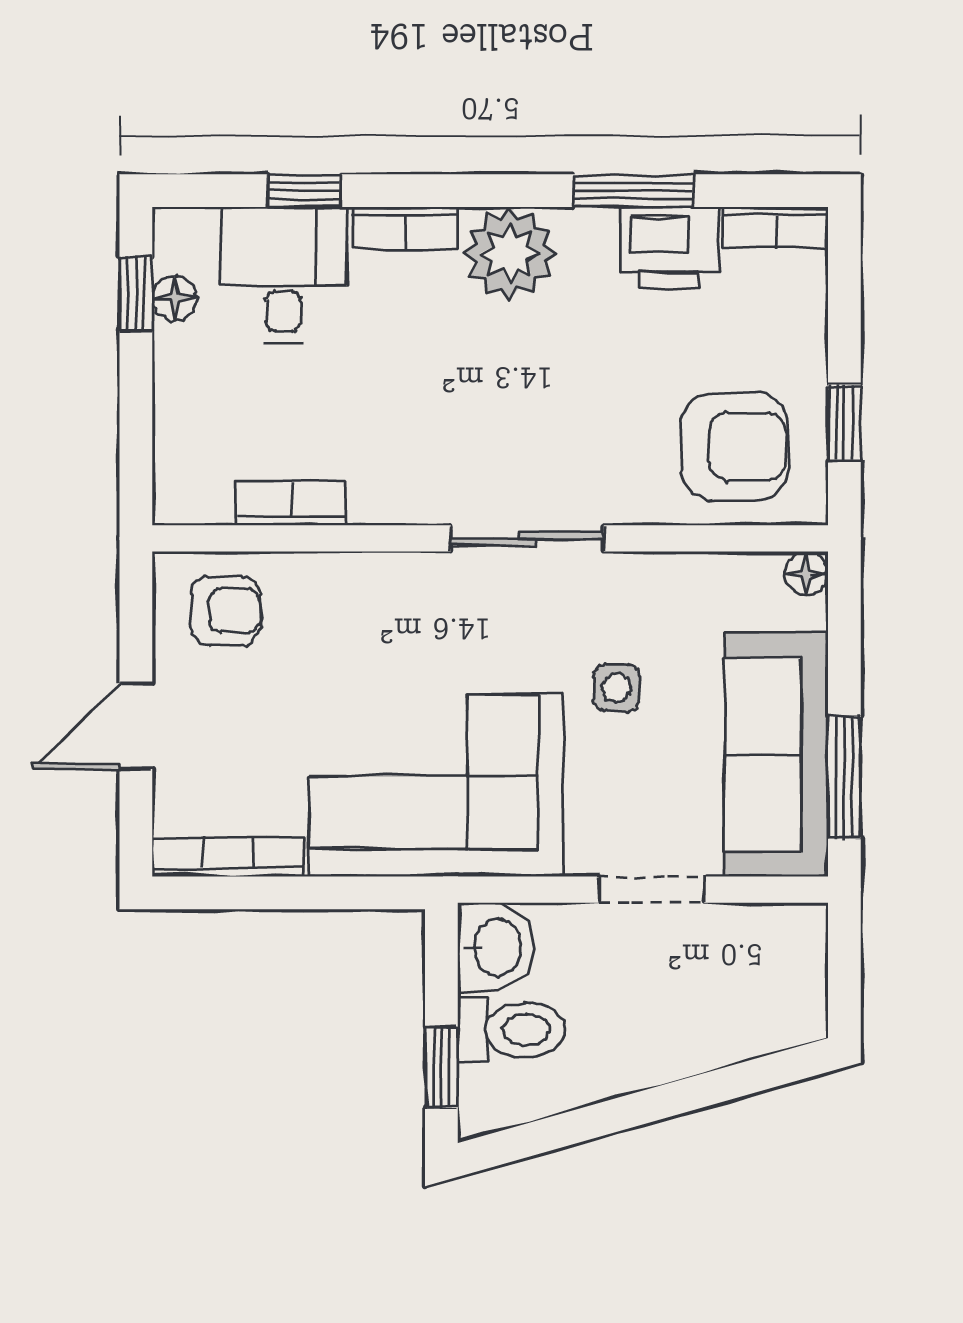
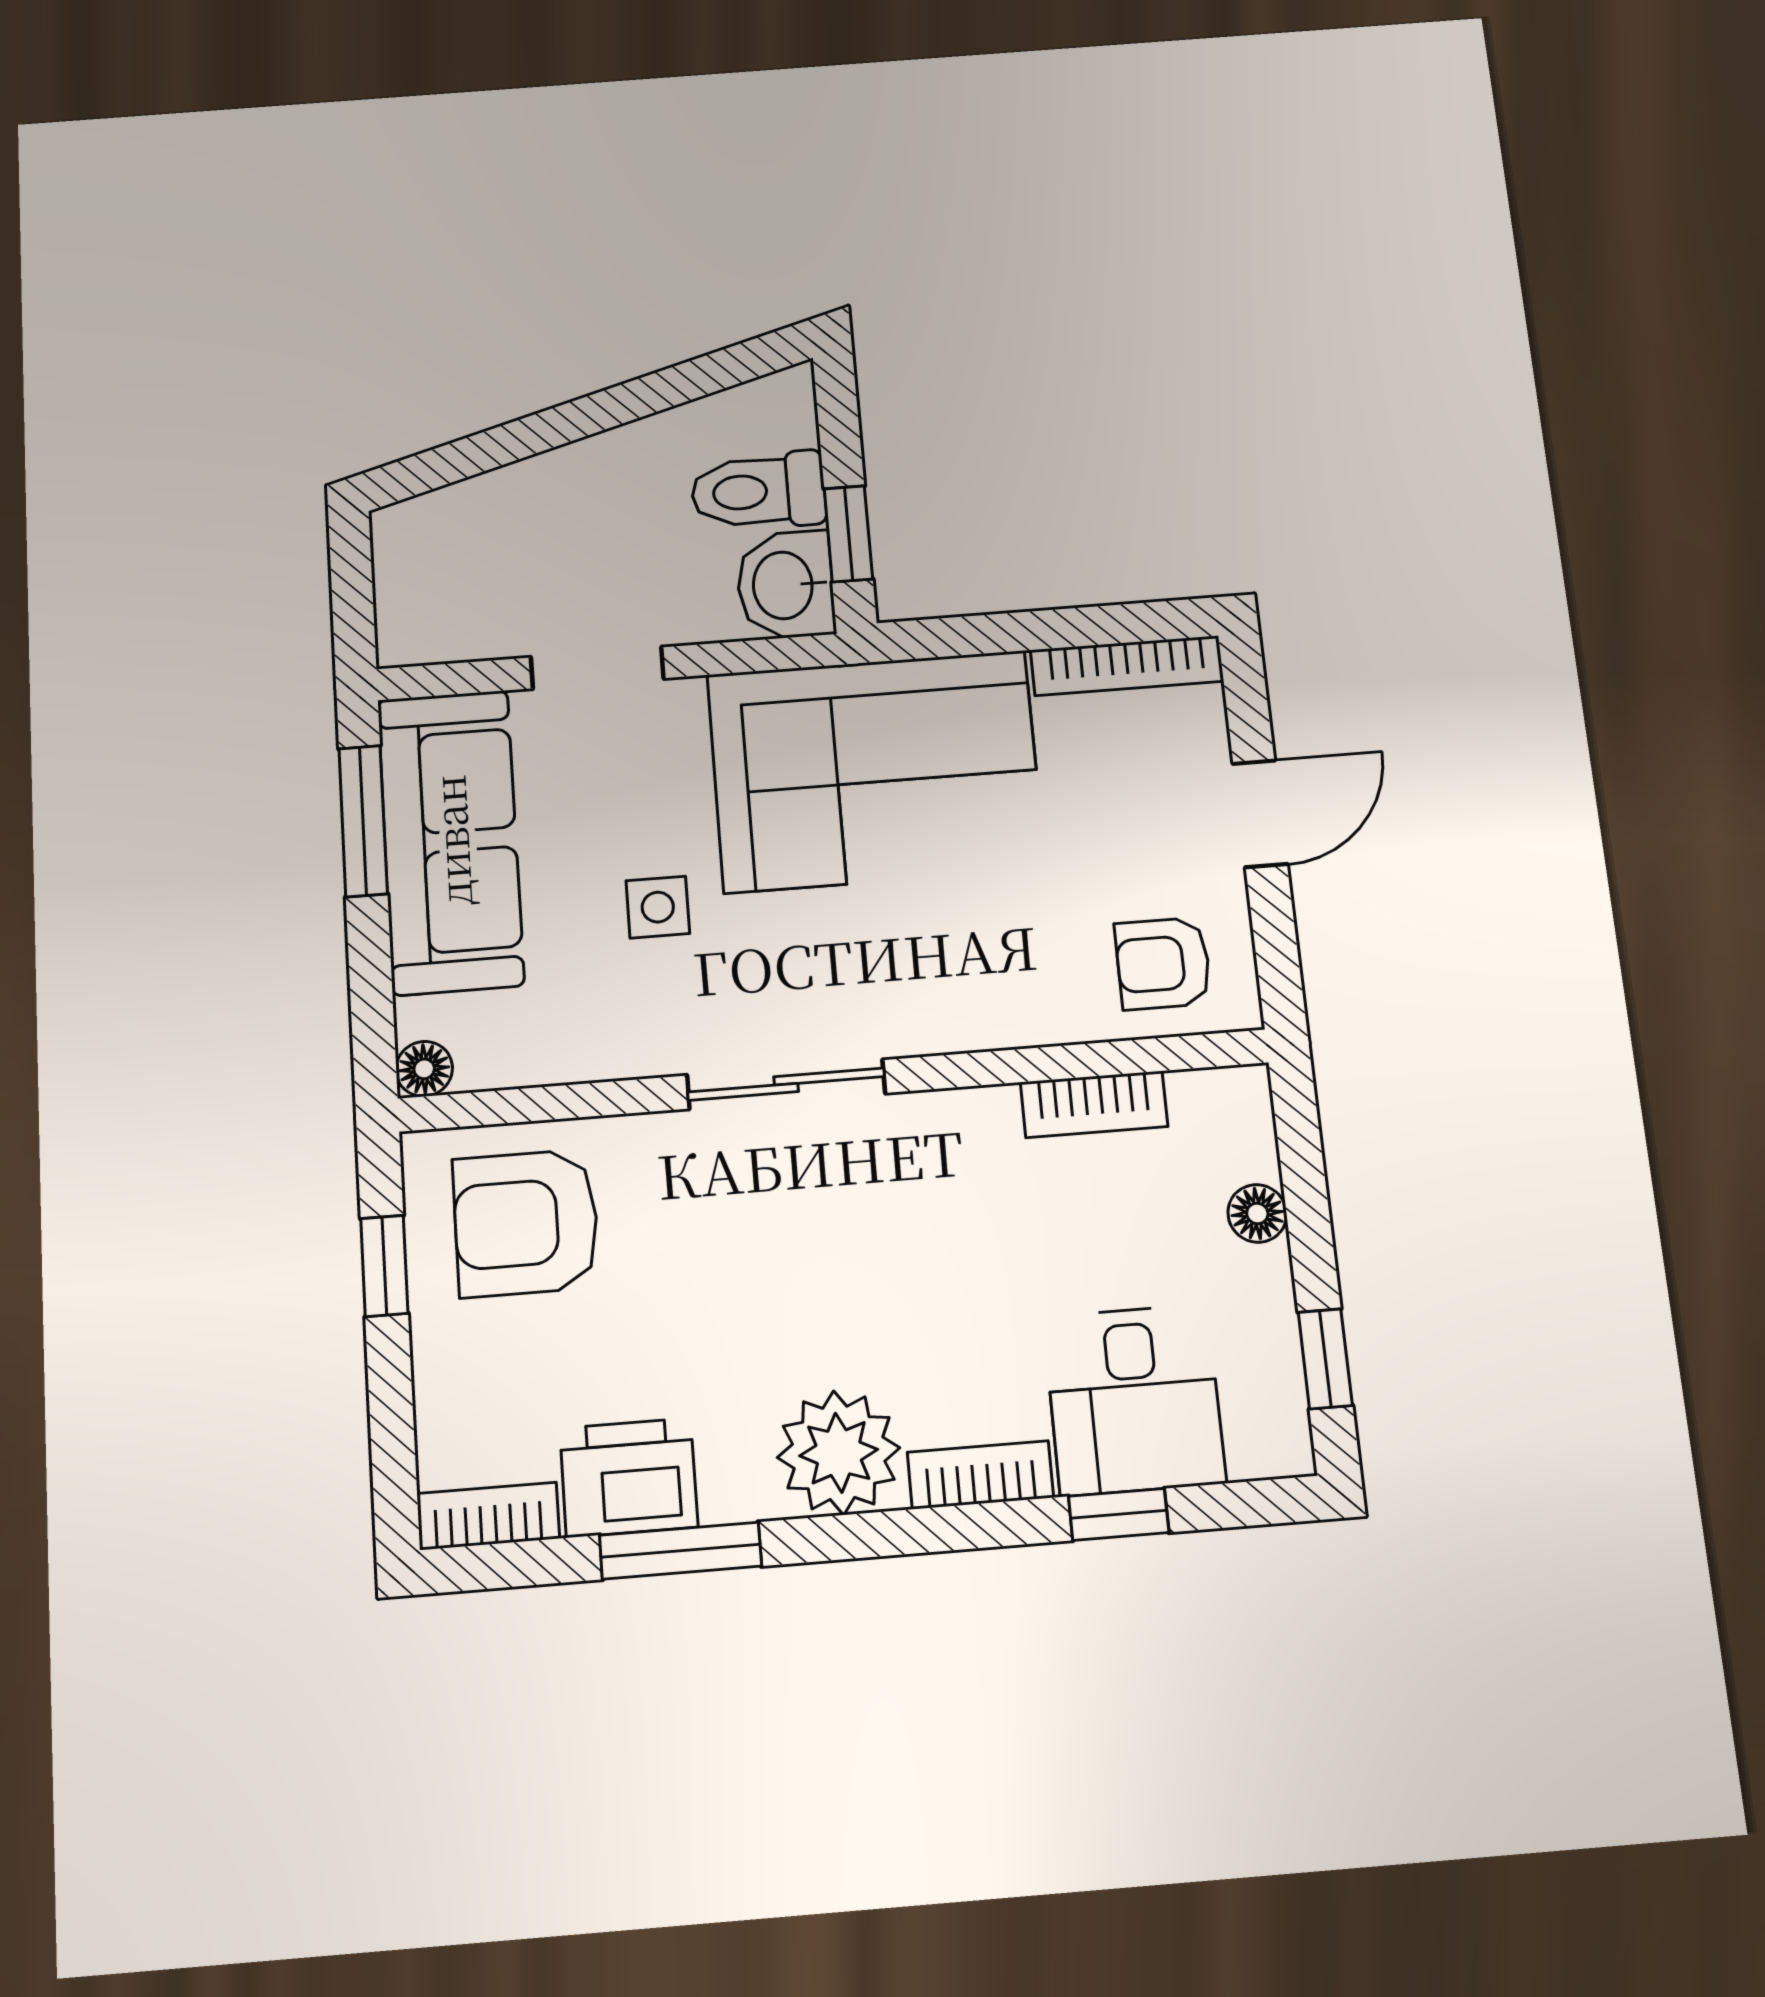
floor lamp: (174, 298) -> (1257, 1213), moved
window: (441, 1067) -> (848, 534), moved

